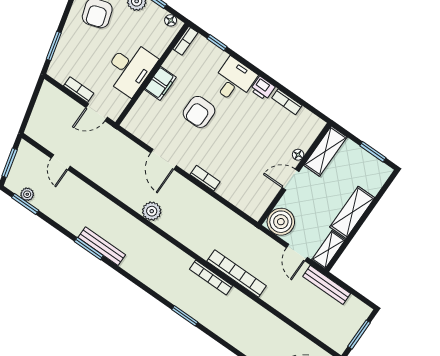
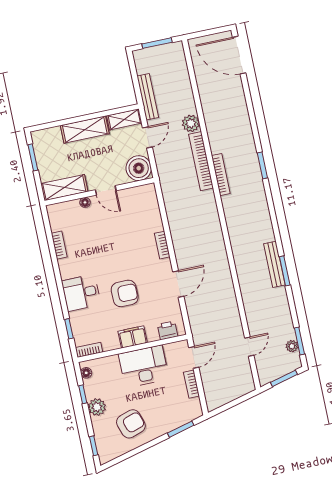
printer: (263, 88) -> (168, 330), moved, turned -90
door: (97, 112) -> (194, 357), hinge flipped
plant: (152, 211) -> (191, 123), moved

